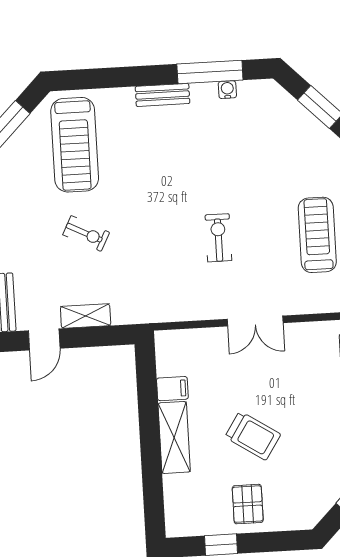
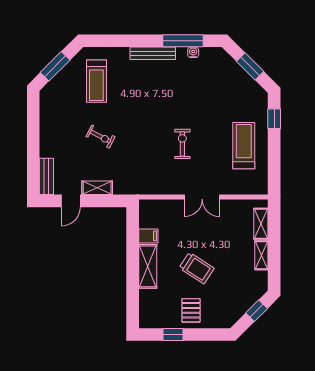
bench: (163, 95) -> (153, 53), width x1.36
treadmill: (75, 145) -> (96, 81), width x0.73, depth x0.73

